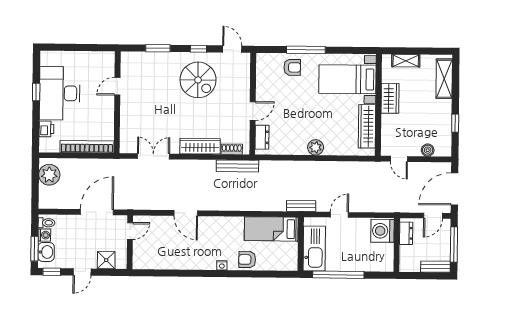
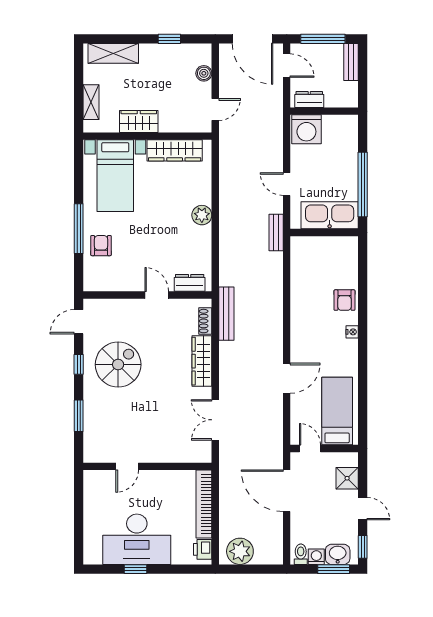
door: (117, 86) -> (127, 466), hinge flipped
printer: (46, 129) -> (203, 549), moved, turned -90
bed: (271, 229) -> (337, 411), moved, turned 180

